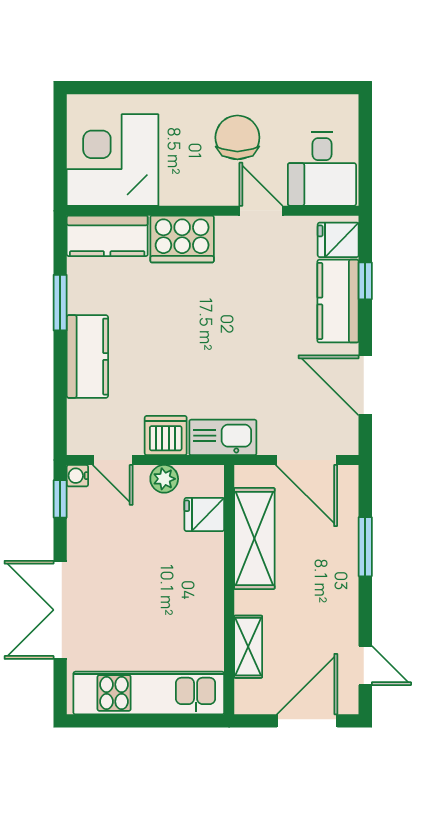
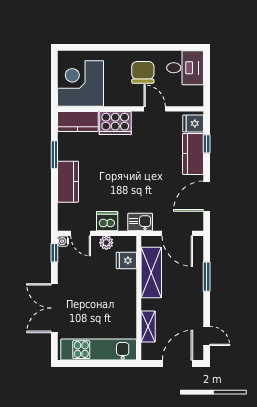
desk: (322, 169) -> (185, 68), moved, turned -90
door: (365, 385) -> (207, 196), hinge flipped
kitchen sink: (223, 437) -> (140, 222), width x0.73

